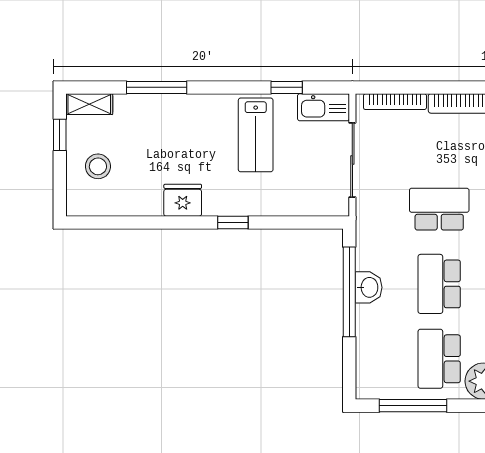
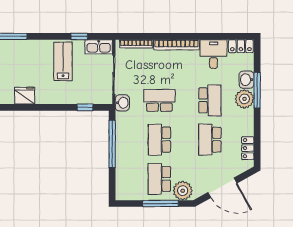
lab bench: (256, 135) -> (63, 61), turned 180
window: (233, 223) -> (85, 107), moved
washbasin: (369, 287) -> (122, 103), moved
window: (413, 406) -> (160, 203), moved

